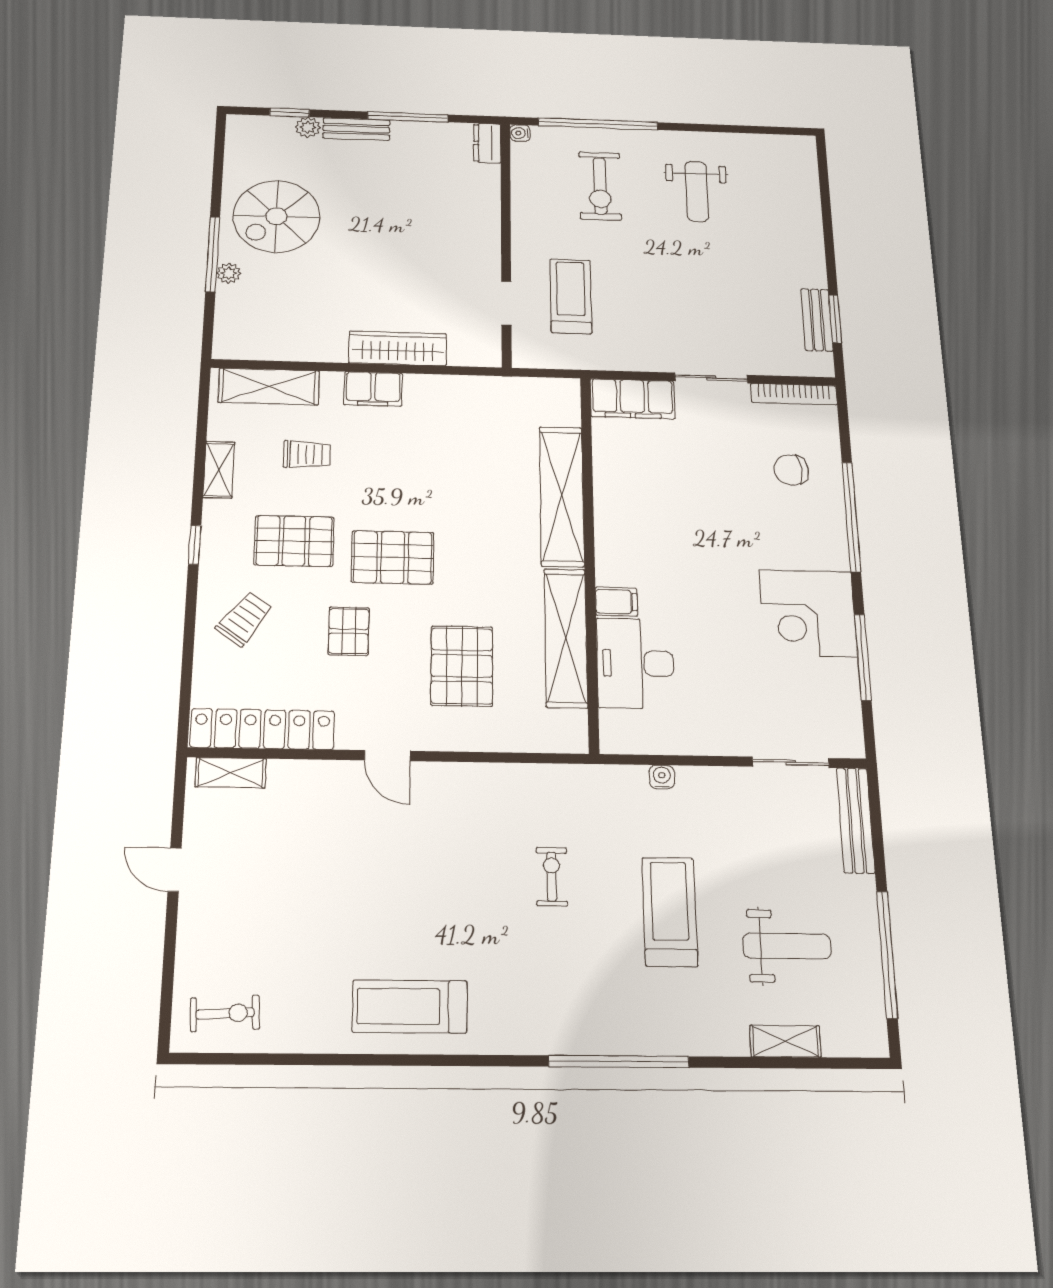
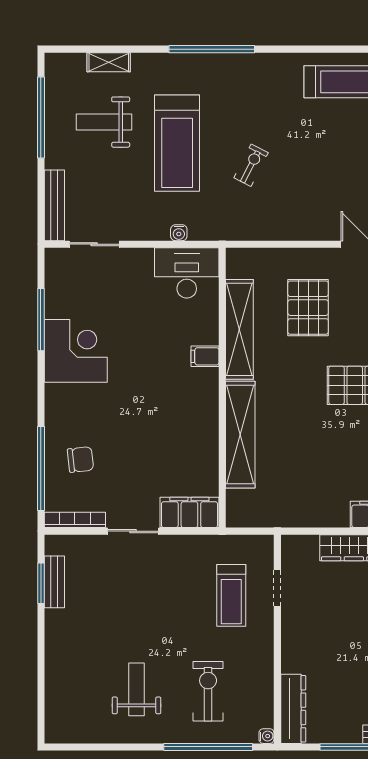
dresser: (487, 143) -> (293, 709), width x1.96, depth x1.24
window: (851, 517) -> (41, 468), moved
desk: (635, 663) -> (187, 273), moved, turned -90
exercise bike: (552, 877) -> (251, 165), turned -153
treadmill: (670, 912) -> (177, 143), width x1.37, depth x1.38

